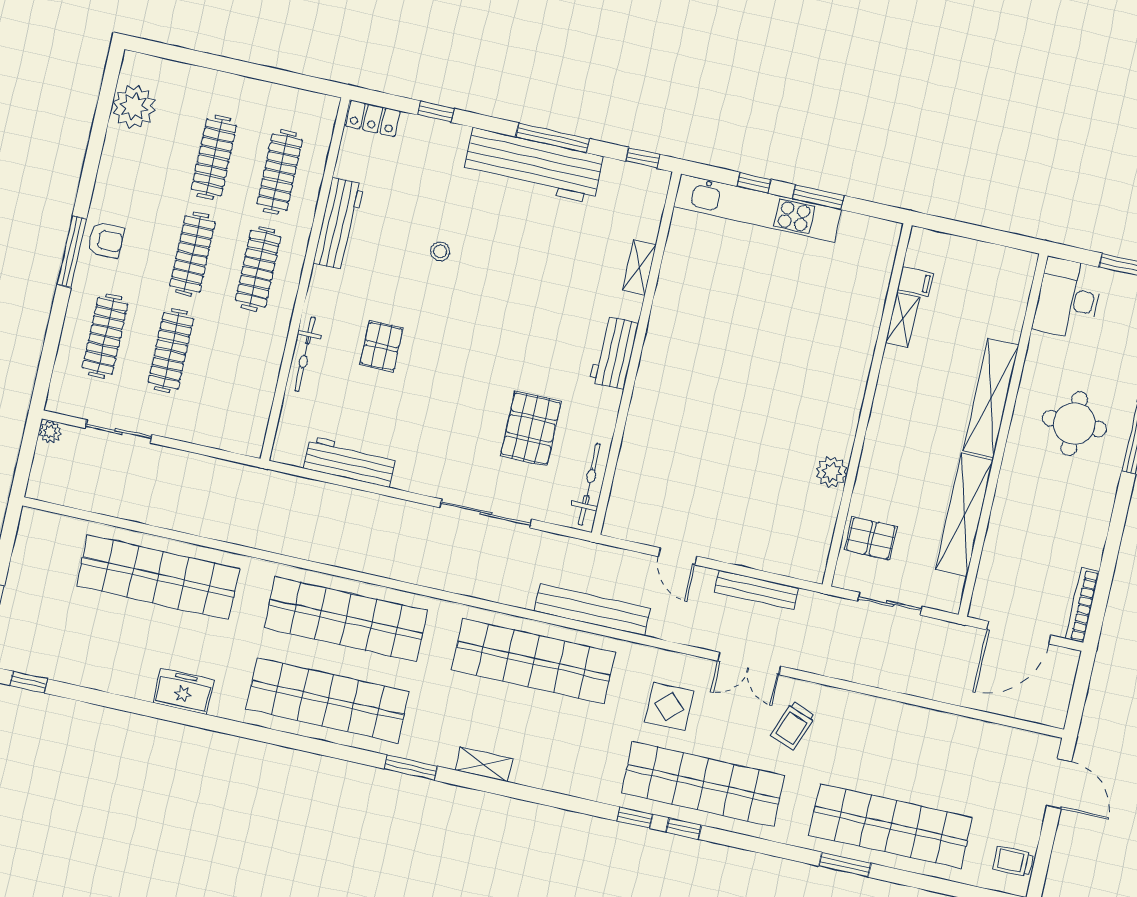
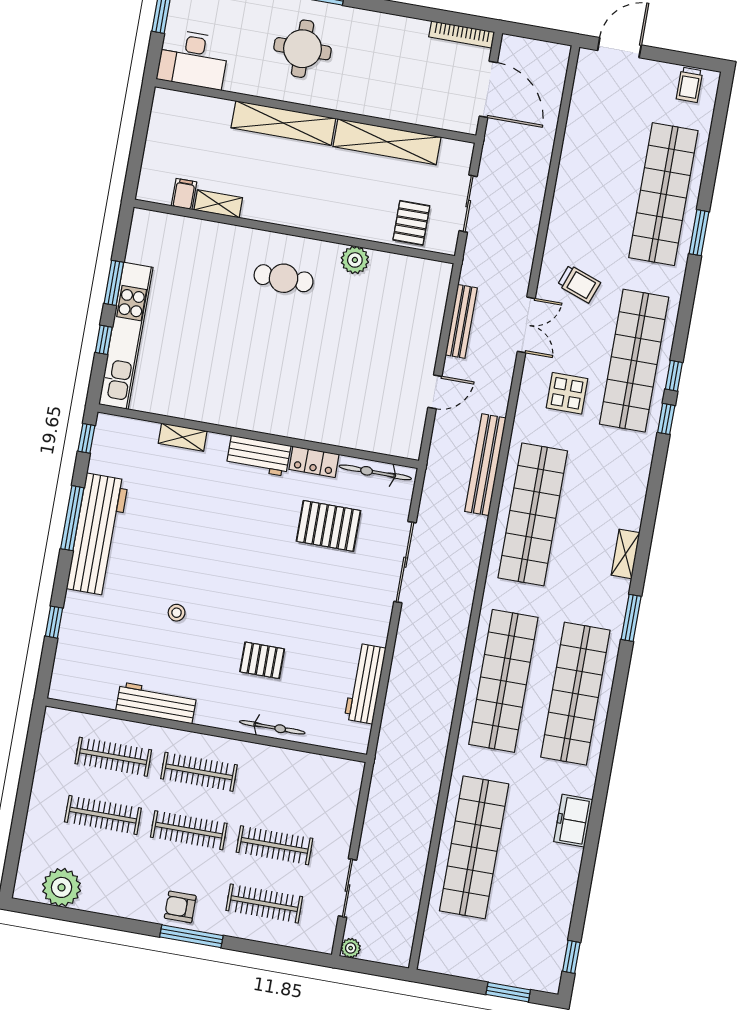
locker: (373, 118) -> (314, 462), moved, turned 90
armchair: (106, 240) -> (180, 907), turned -90
cafe table: (815, 390) -> (284, 278), added

